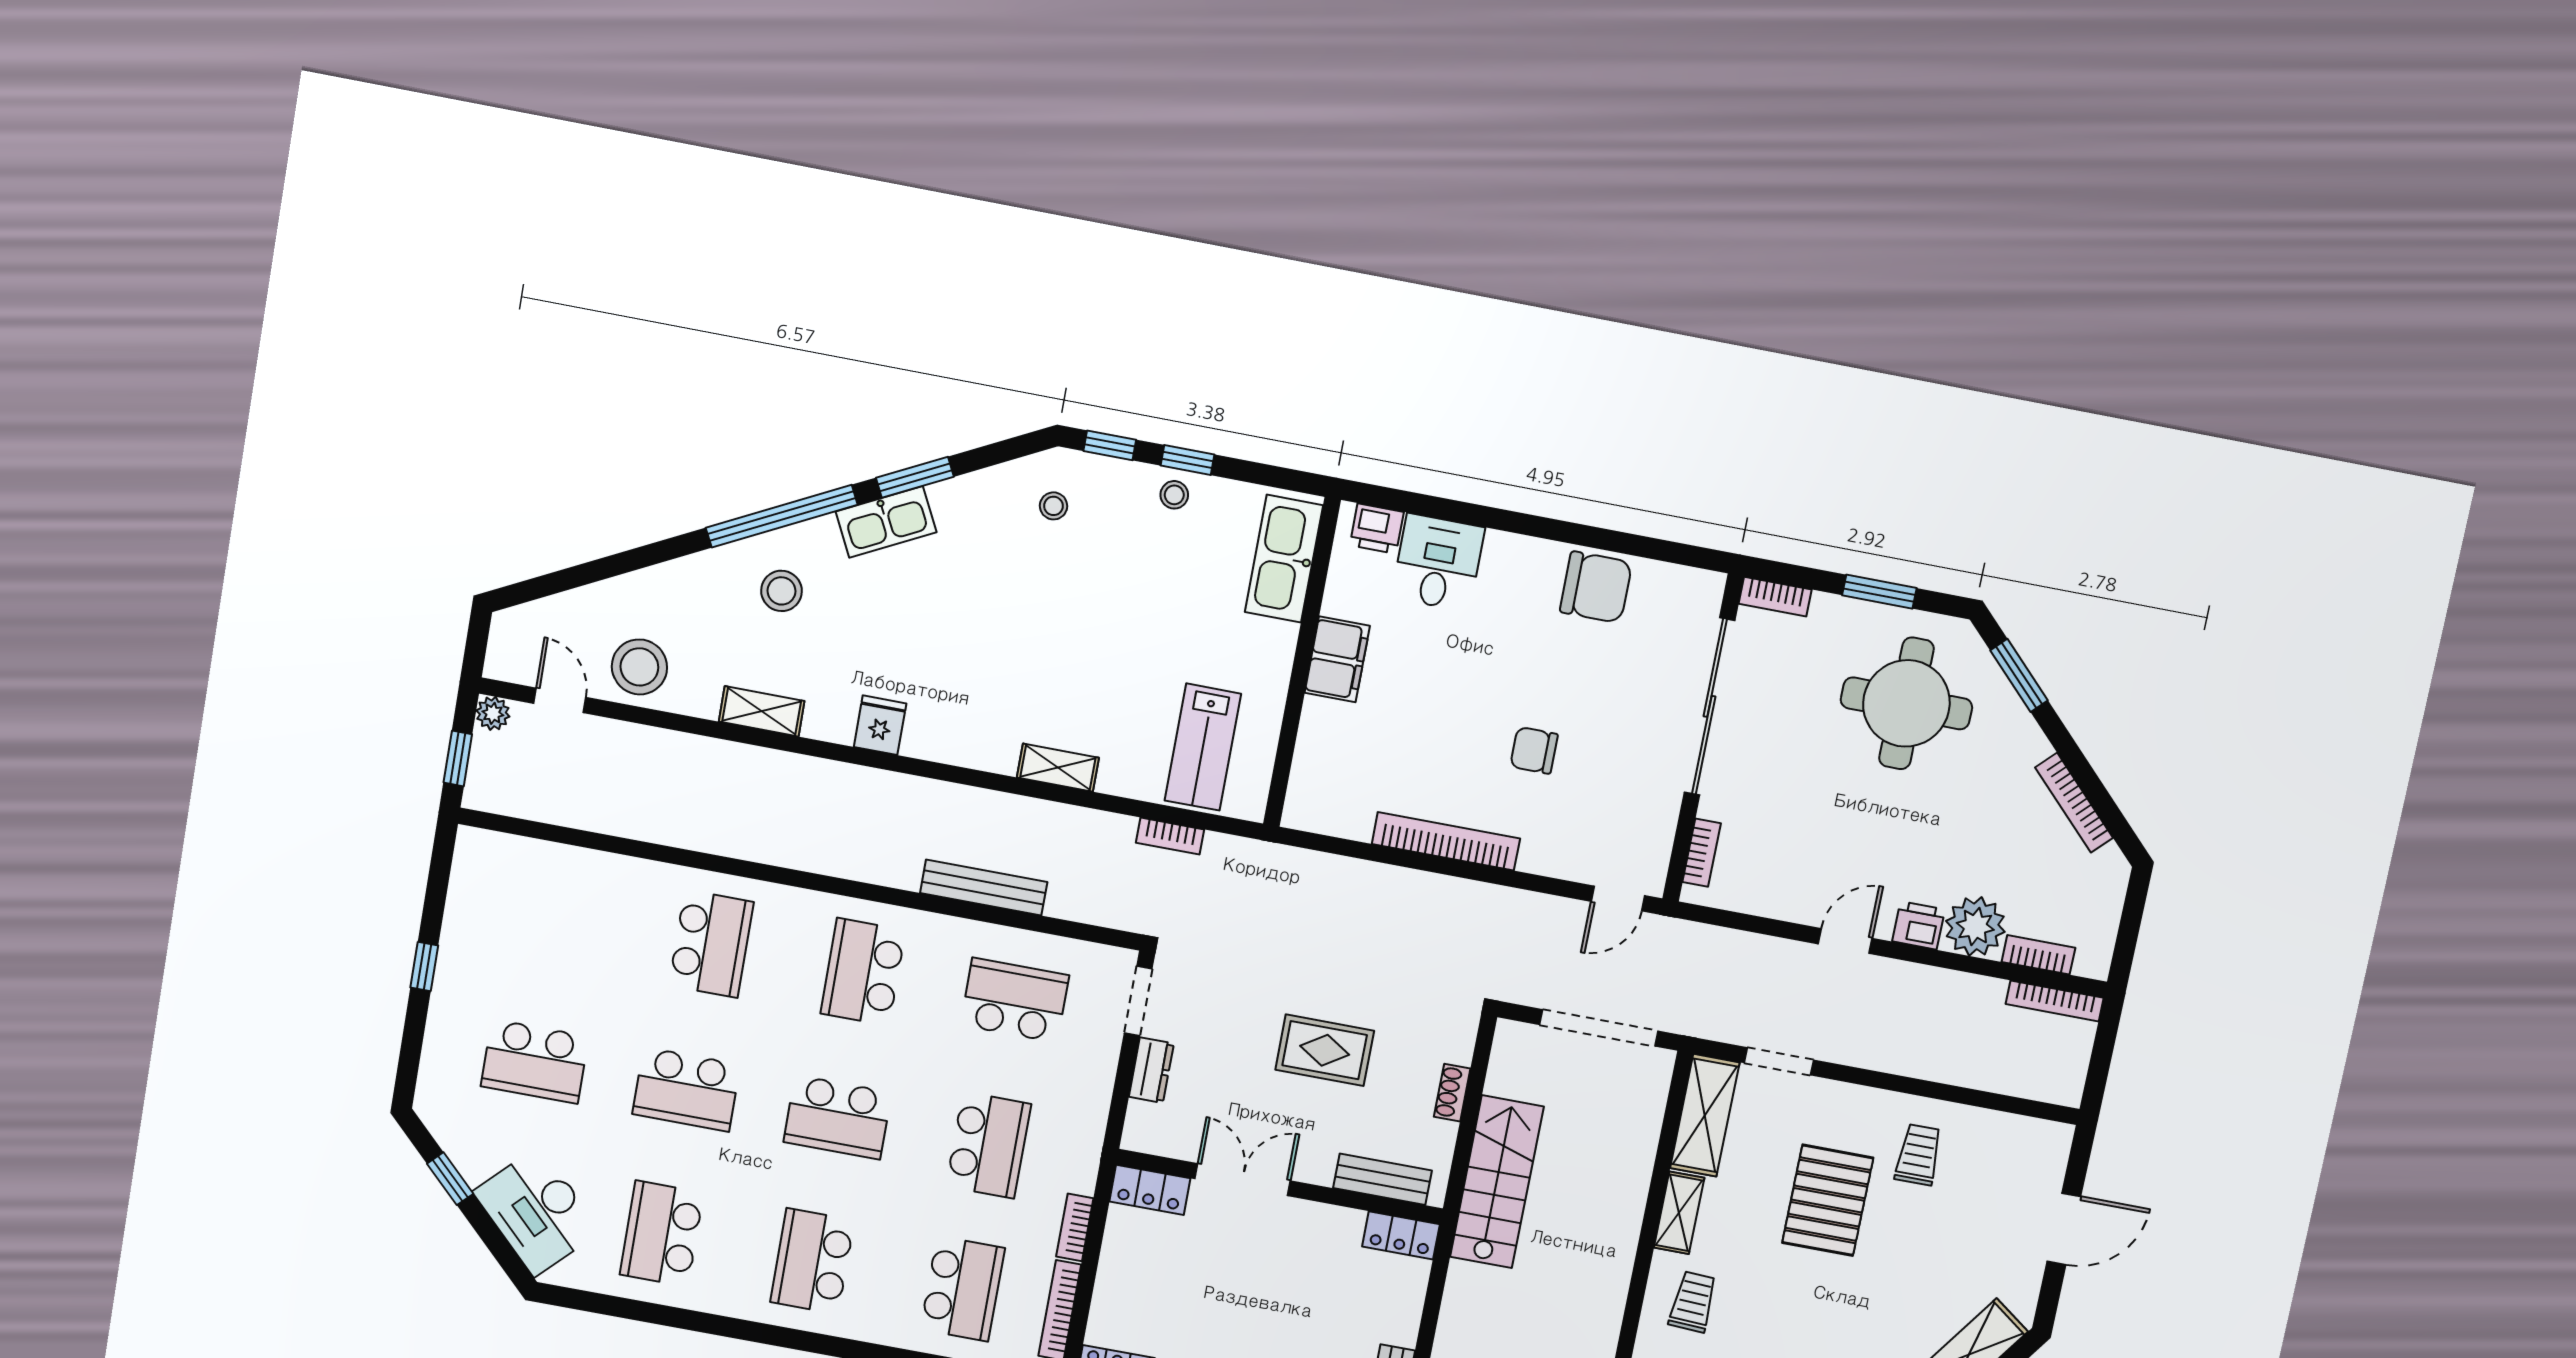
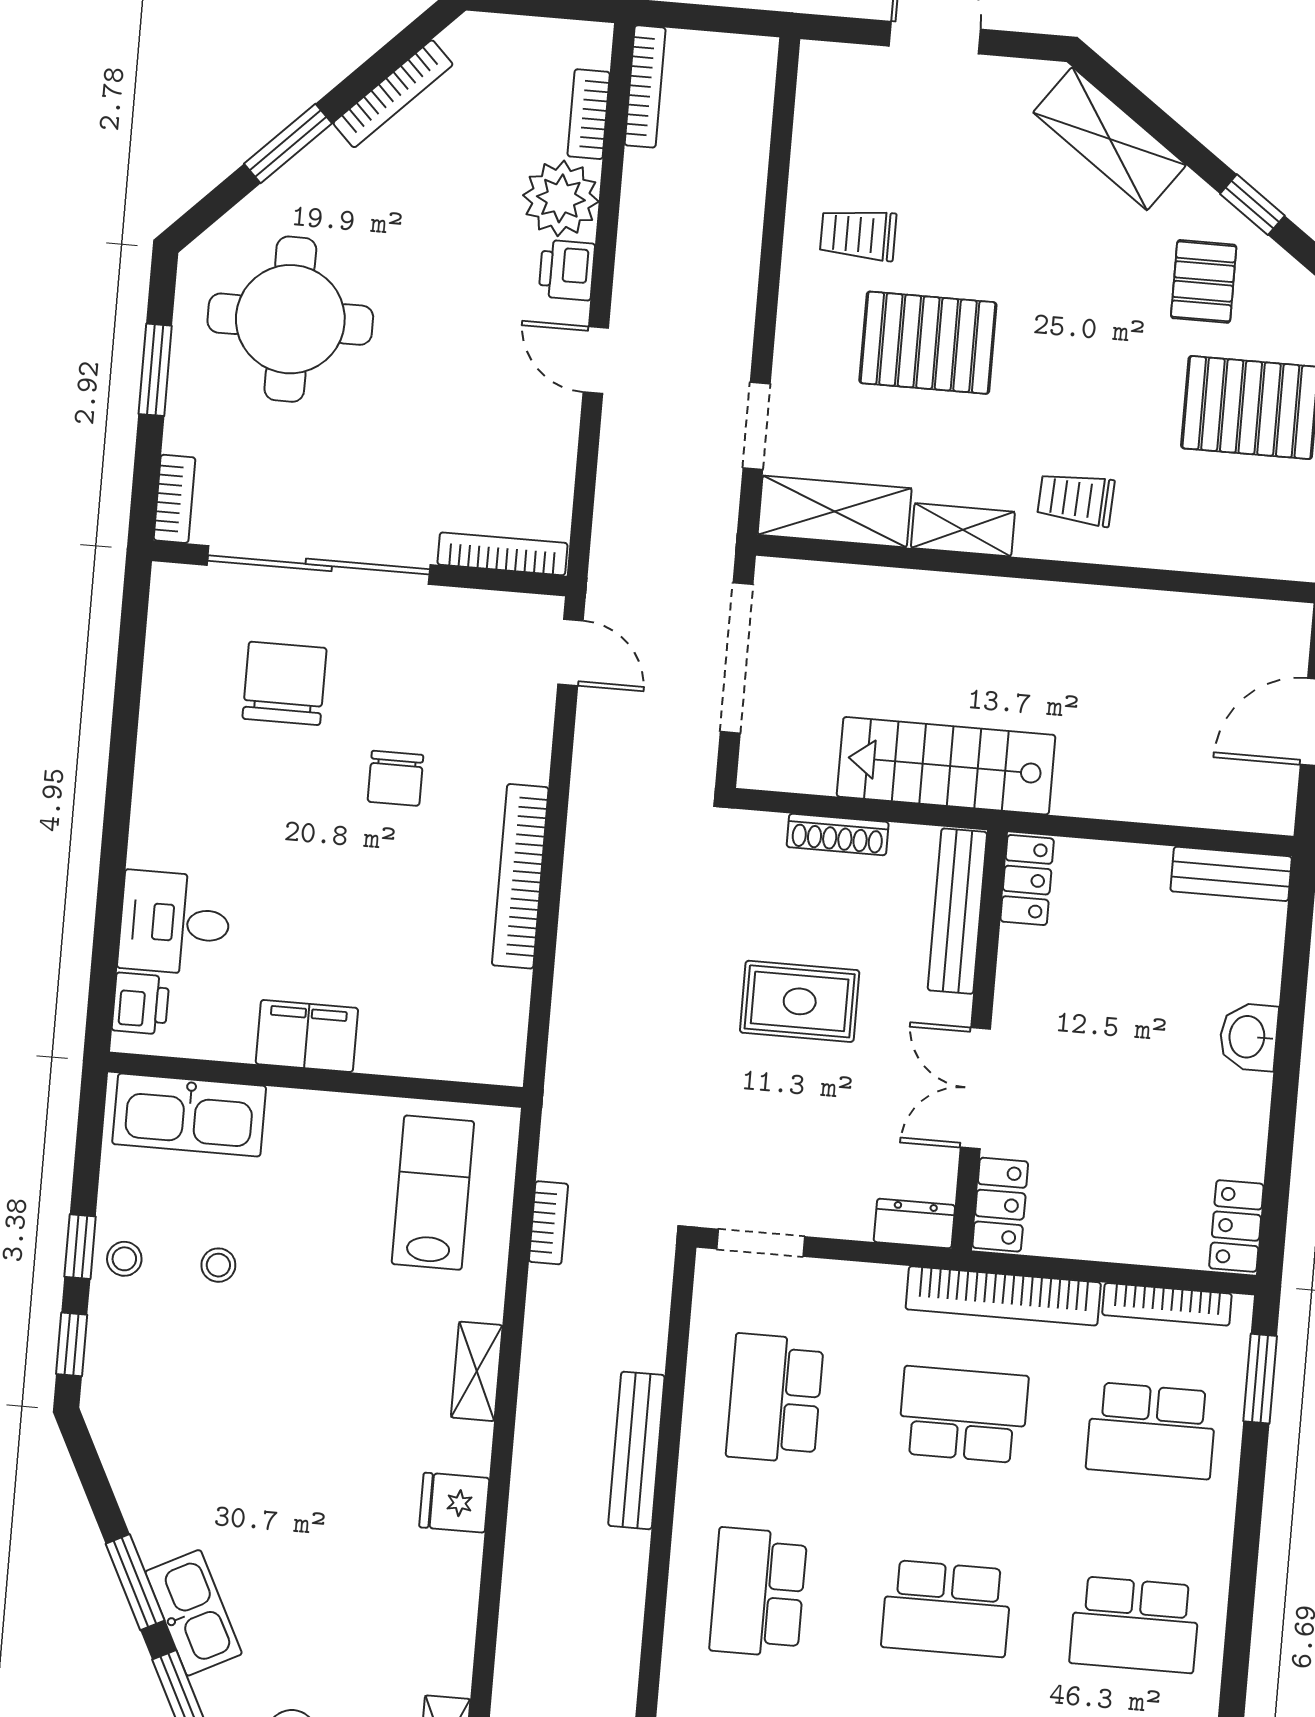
stool: (1054, 506) -> (218, 1265), moved
chair: (1596, 587) -> (284, 683), moved
window: (2019, 675) -> (288, 144), moved
fridge: (880, 725) -> (454, 1503), moved
lab bench: (1203, 747) -> (433, 1193), turned -90
bookcase: (1702, 853) -> (502, 554), width x1.56
school desk: (863, 972) -> (758, 1592), turned 90
rug: (1325, 1050) -> (800, 1001), turned 90
dresser: (1151, 1070) -> (914, 1224), moved
shoe rack: (1452, 1093) -> (838, 835), width x1.43
school desk: (838, 1117) -> (946, 1608), turned 90
bench: (1382, 1179) -> (957, 911), width x1.36
bookcase: (1075, 1227) -> (1003, 1296), width x2.31, depth x1.31
school desk: (963, 1289) -> (1151, 1431), turned 180

